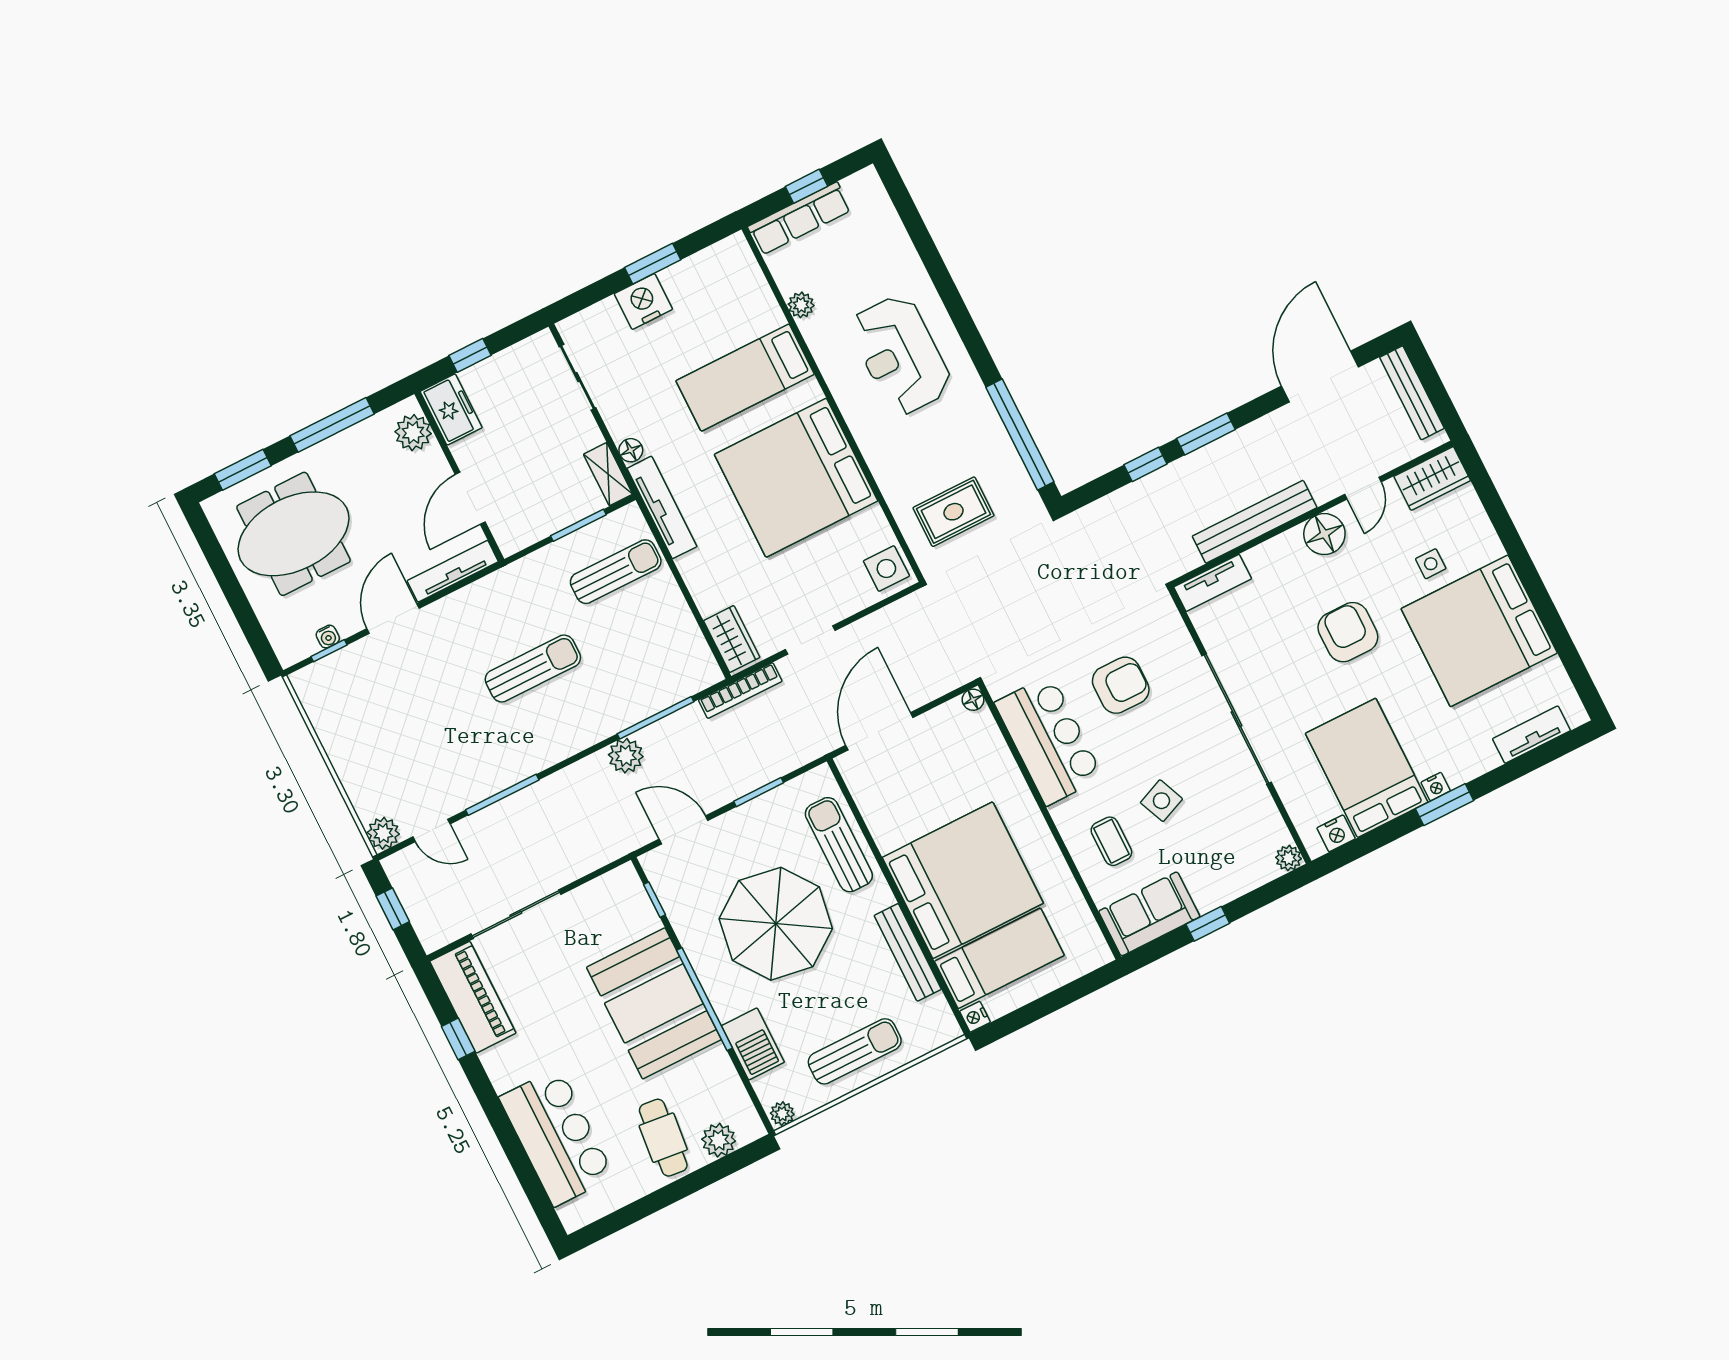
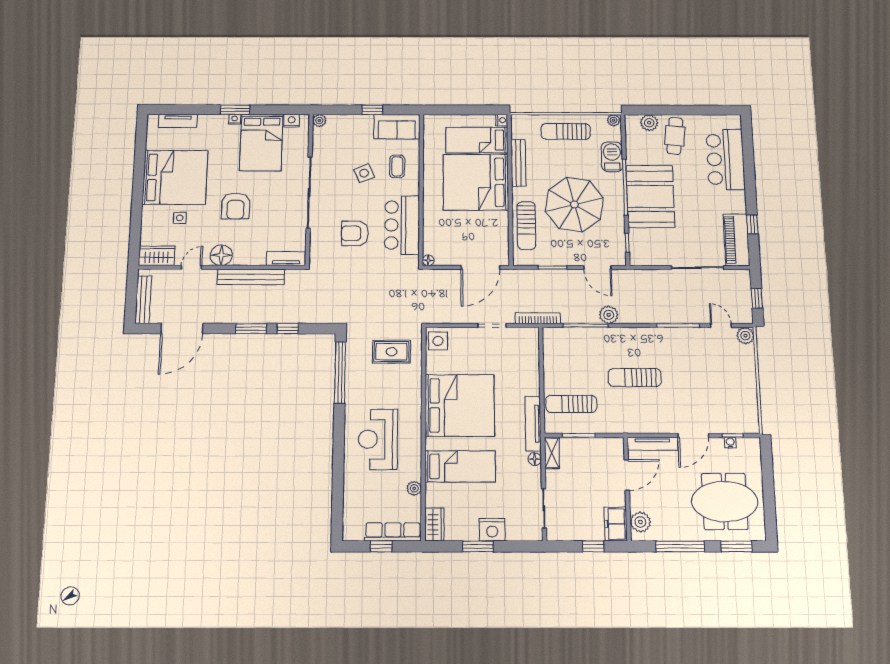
reception desk: (900, 355) -> (378, 439), turned 180
wardrobe: (732, 639) -> (434, 525), moved, turned 180

